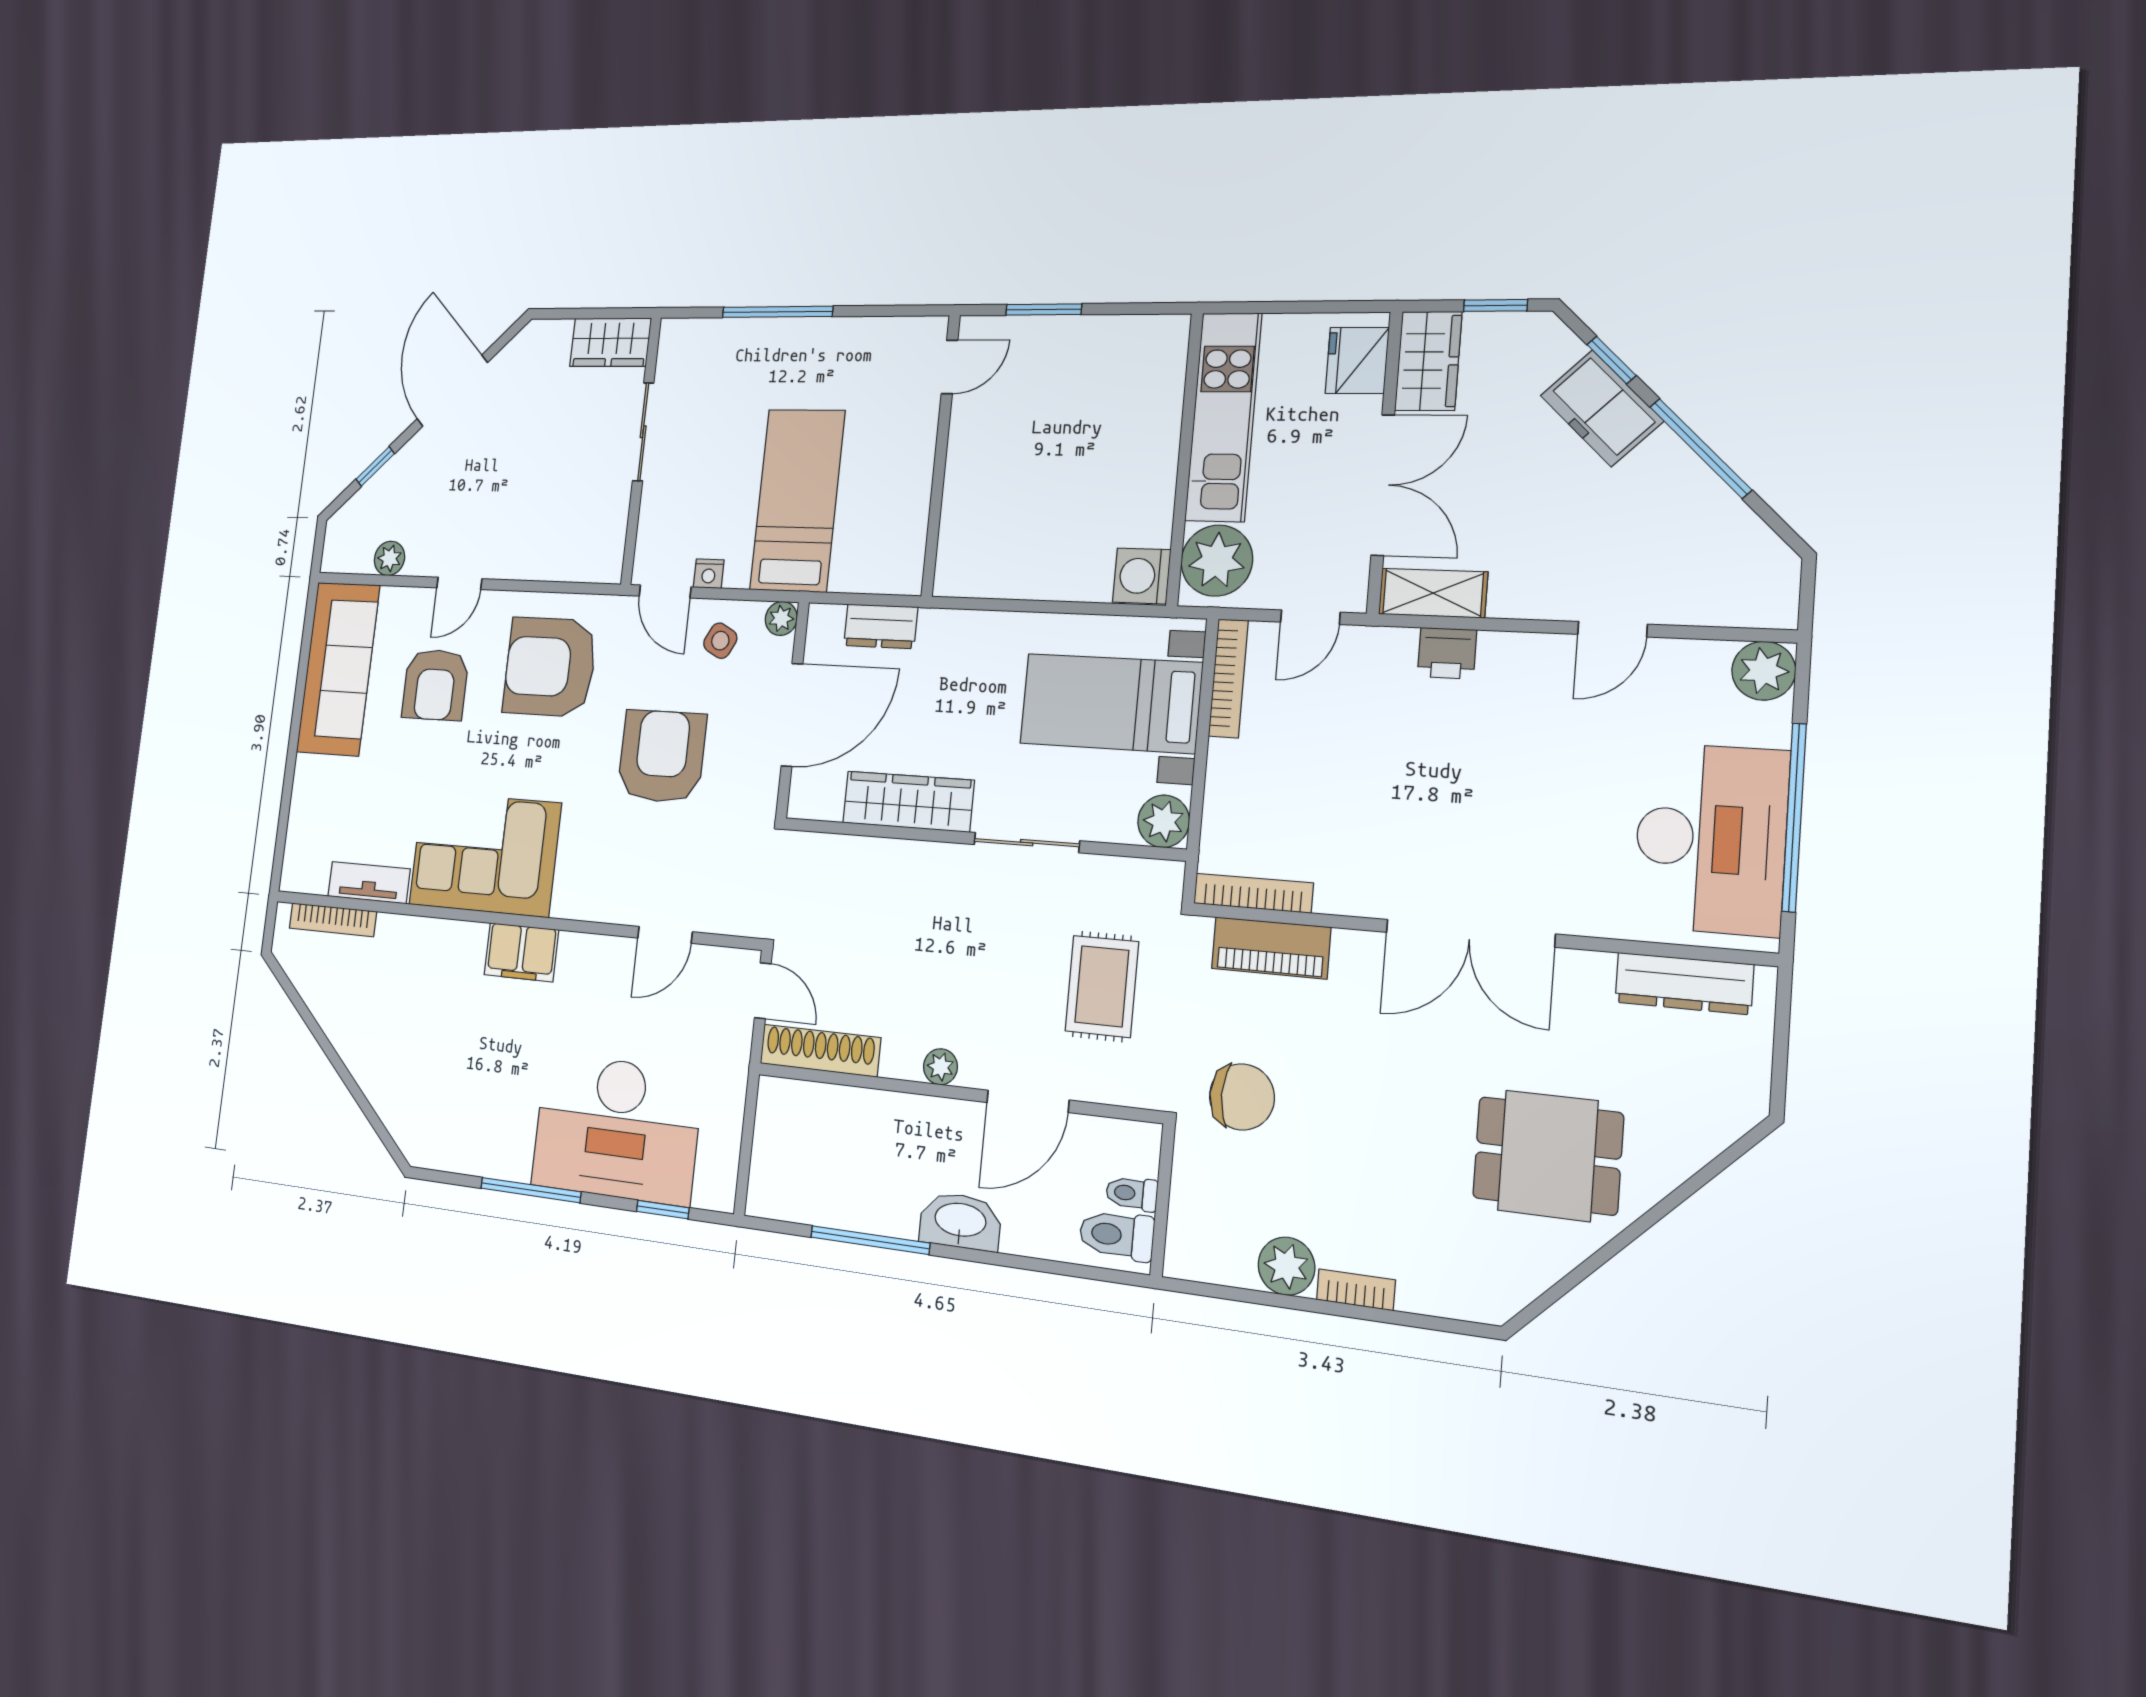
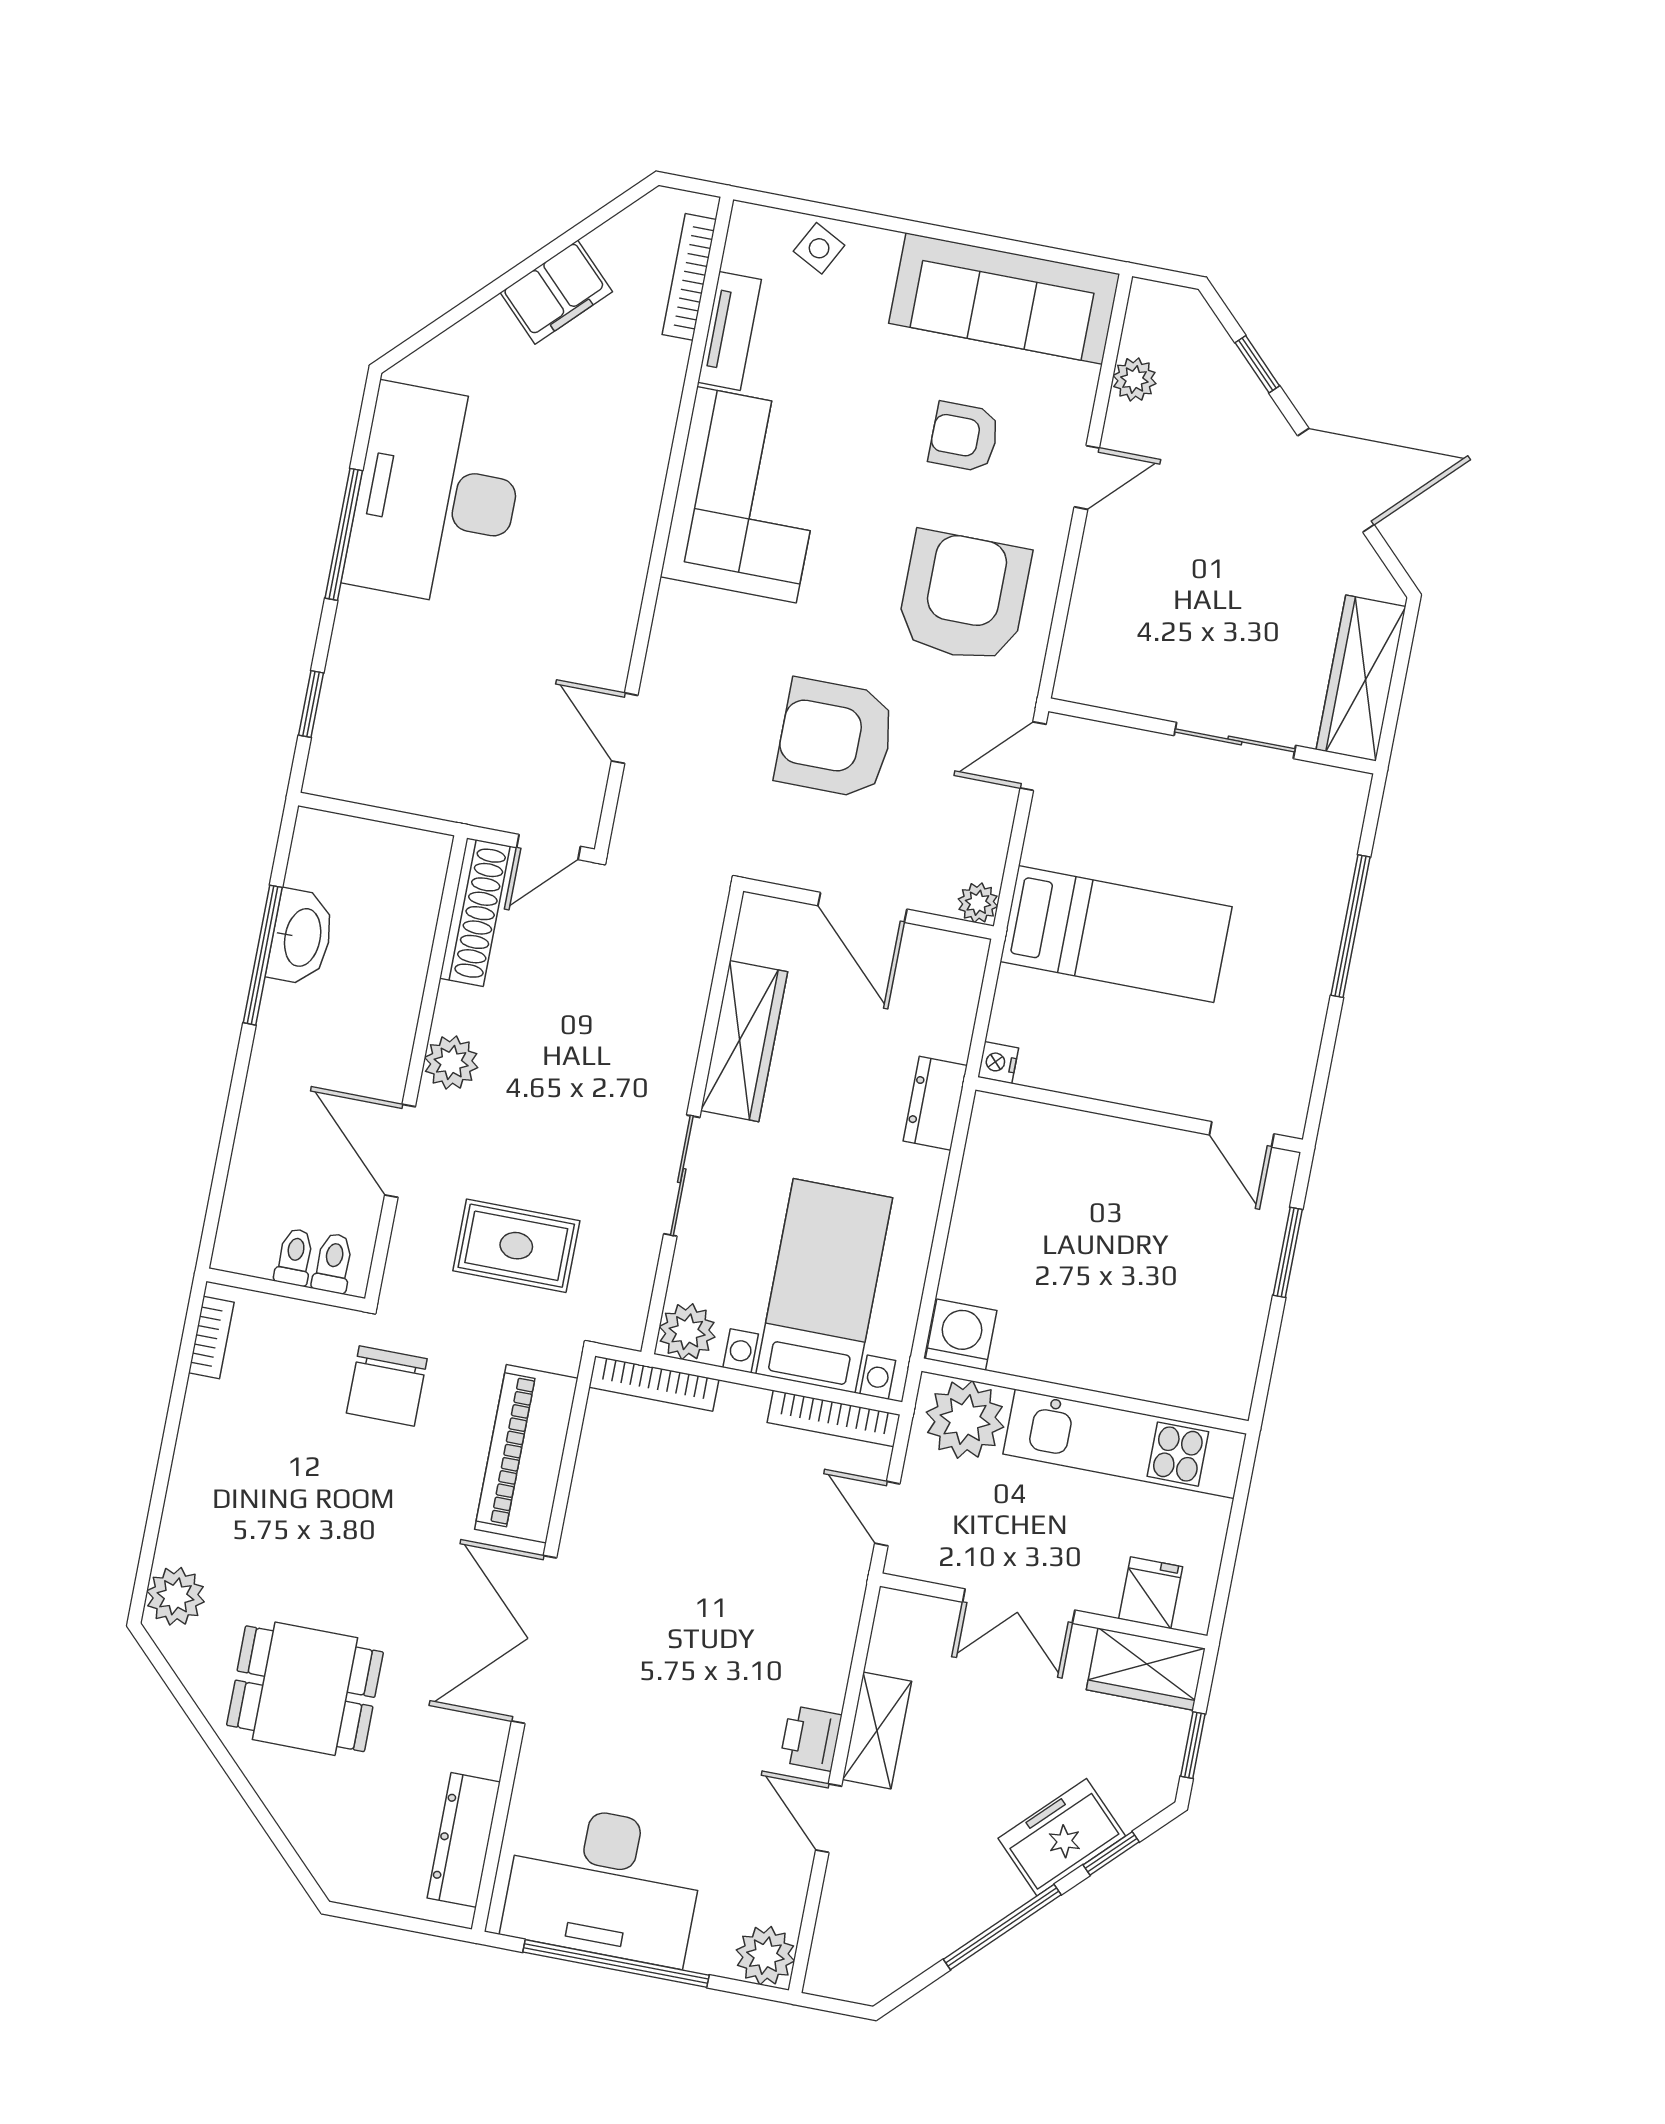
wardrobe: (610, 342) -> (1361, 678), width x1.50
fridge: (1357, 360) -> (1151, 1593), width x0.72
double door: (1383, 485) -> (1019, 1606), width x0.73
nightstand: (709, 574) -> (998, 1062), moved
door: (459, 583) -> (1087, 477), swing flipped
shelving: (1433, 593) -> (877, 1730), moved
dresser: (881, 626) -> (935, 1103), moved
side table: (720, 641) -> (819, 248), moved
printer: (1447, 653) -> (811, 1738), moved
armchair: (435, 685) -> (964, 437), width x0.72, depth x0.72
door: (792, 715) -> (862, 907), width x0.73
armchair: (662, 756) -> (835, 738), turned 180
bookcase: (1253, 893) -> (654, 1384), moved, turned 90
piano: (1271, 948) -> (526, 1454), width x1.37, depth x1.33
filing cabinet: (521, 952) -> (556, 292), moved, turned -135
plant: (940, 1067) -> (451, 1062), width x1.38, depth x1.38
desk: (617, 1129) -> (437, 496), moved
dining table: (1548, 1156) -> (305, 1689), turned 90
washbasin: (960, 1221) -> (301, 937), moved
toilet: (1117, 1235) -> (333, 1263), moved, width x0.73, depth x0.72
plant: (1286, 1266) -> (176, 1596), moved
bookcase: (1356, 1290) -> (211, 1338), moved

